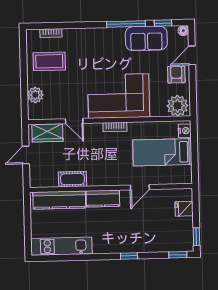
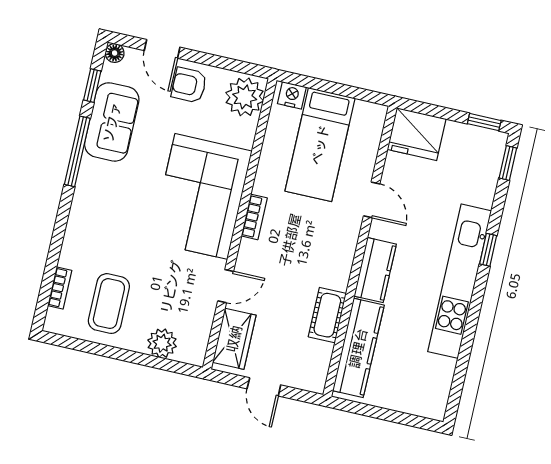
fridge: (184, 209) -> (417, 134), width x1.88, depth x1.34
kitchen unit: (61, 246) -> (460, 281), moved, width x1.36

